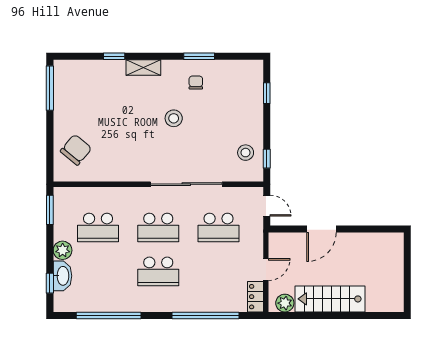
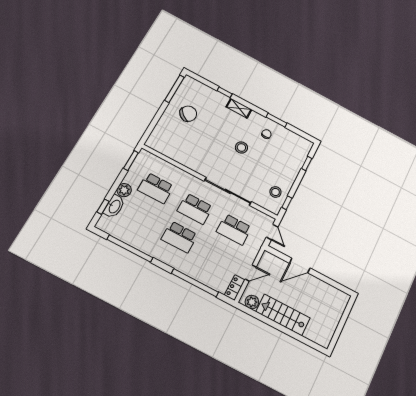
chair: (76, 150) -> (188, 114), moved

